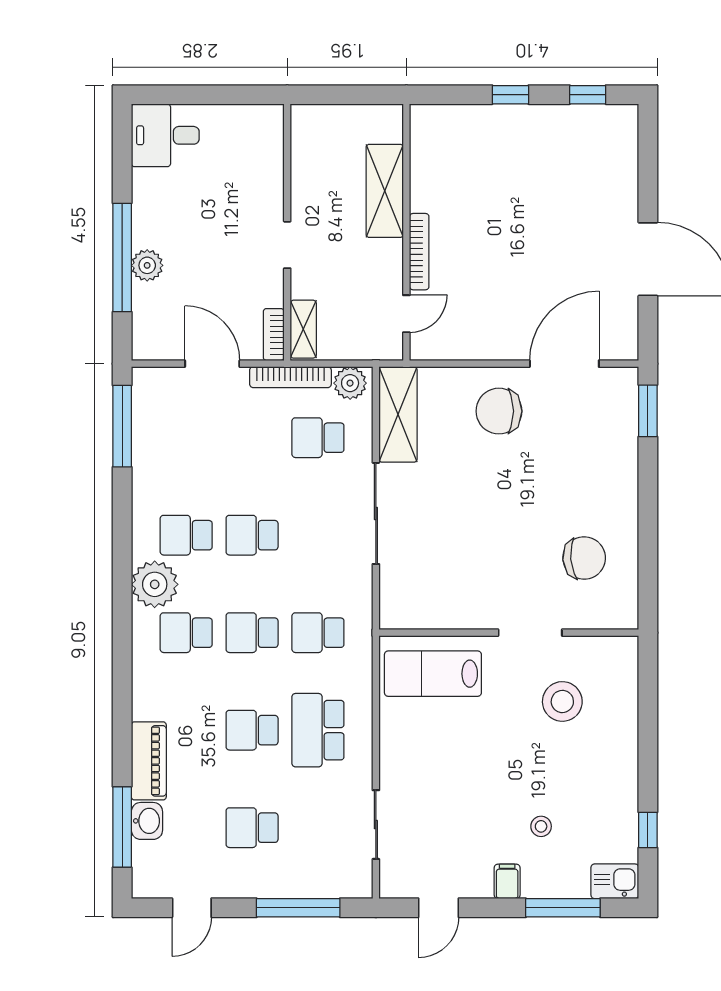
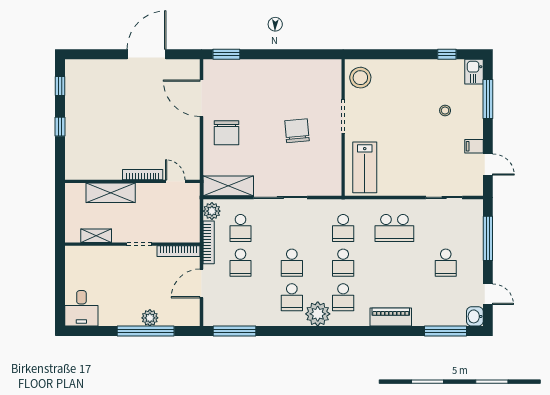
shelving: (303, 329) -> (96, 236), moved
bookcase: (274, 335) -> (179, 251), width x1.56
chair: (584, 558) -> (297, 131), moved
stool: (562, 701) -> (360, 78), moved
school desk: (252, 730) -> (241, 263), moved
piano: (149, 761) -> (391, 317), moved
washbasin: (147, 821) -> (475, 316), moved, turned -90
filing cabinet: (507, 881) -> (474, 146), moved

